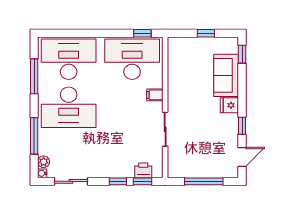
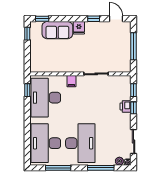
window: (206, 33) -> (27, 34), moved
printer: (143, 170) -> (126, 106), moved

